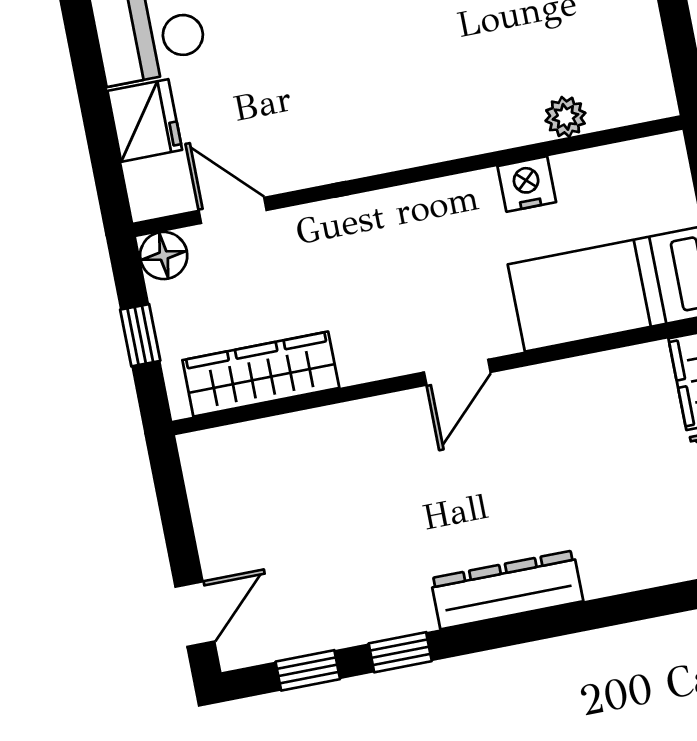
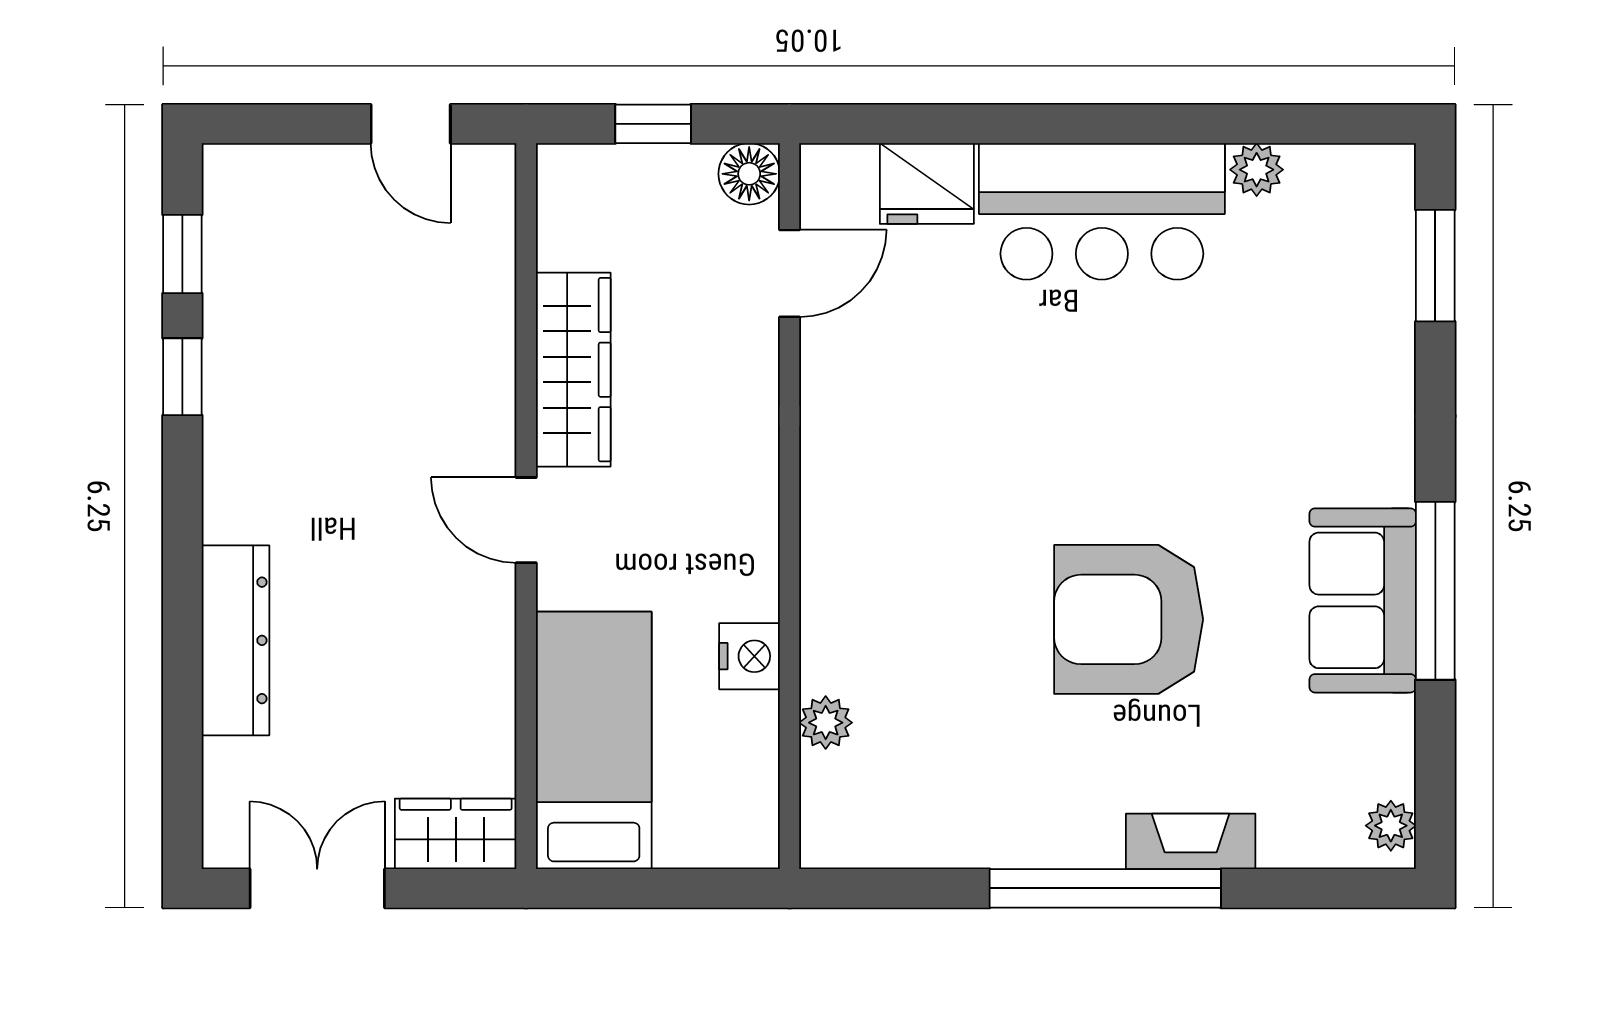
wardrobe: (261, 374) -> (573, 370), moved
dresser: (507, 590) -> (236, 640), moved
door: (195, 614) -> (411, 124), moved

